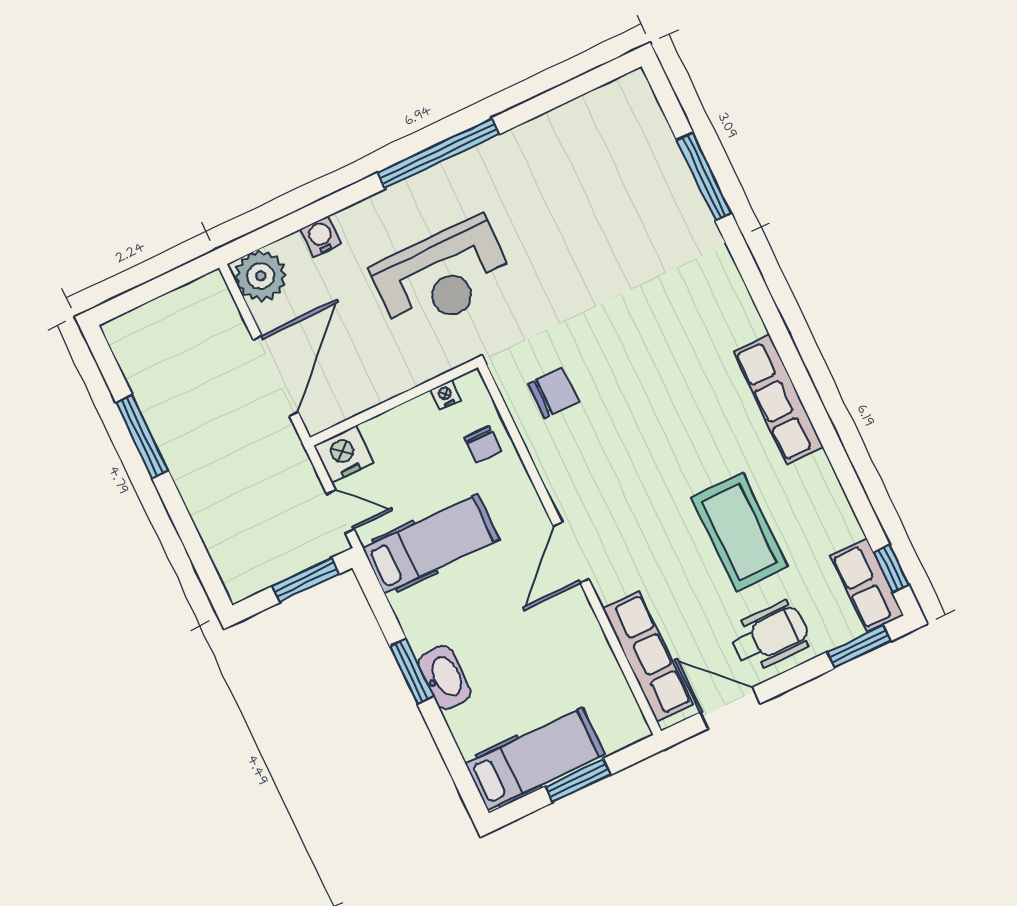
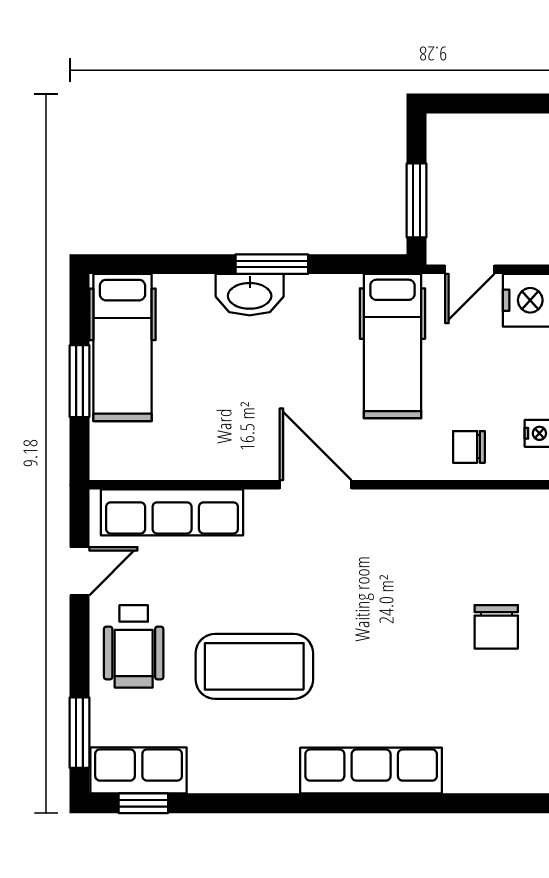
chair: (554, 393) -> (496, 627), moved
door: (730, 708) -> (79, 571), width x0.73

